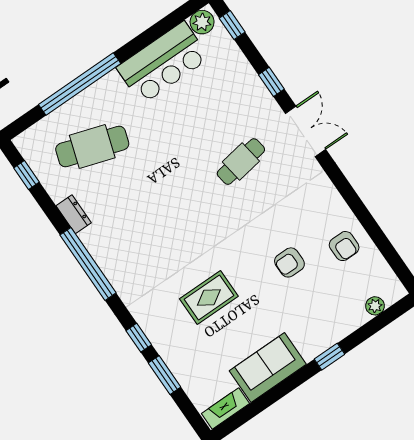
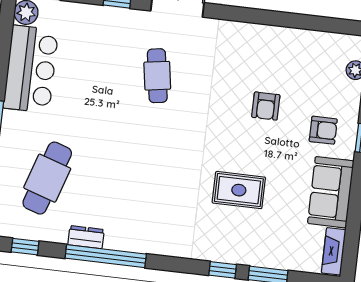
armchair: (344, 246) -> (323, 130), moved
window: (88, 264) -> (106, 256), moved
rug: (209, 297) -> (239, 190), turned 90

